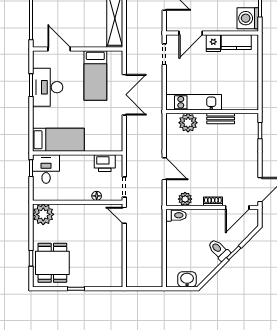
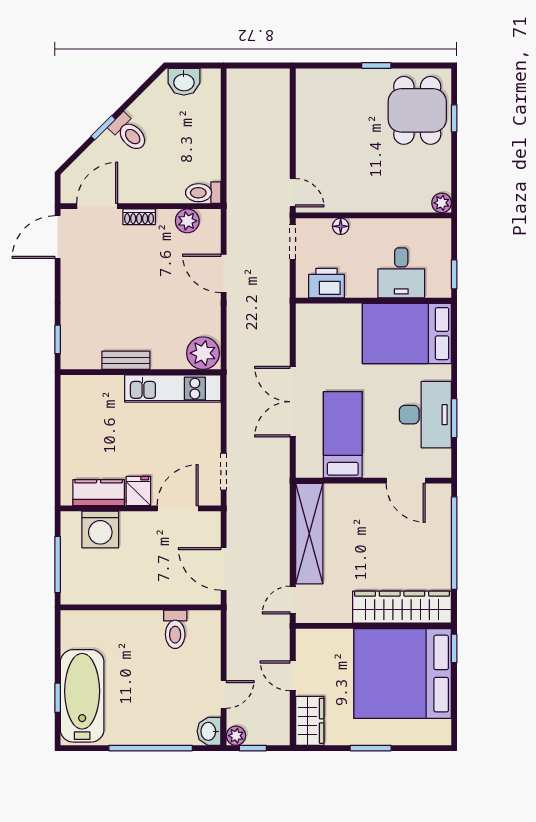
washing machine: (248, 18) -> (100, 529), moved, turned 90
plant: (188, 123) -> (203, 353), moved
bed: (58, 140) -> (407, 334), width x1.50
desk: (46, 169) -> (401, 273), moved
plant: (43, 214) -> (442, 203), width x0.53, depth x0.53

